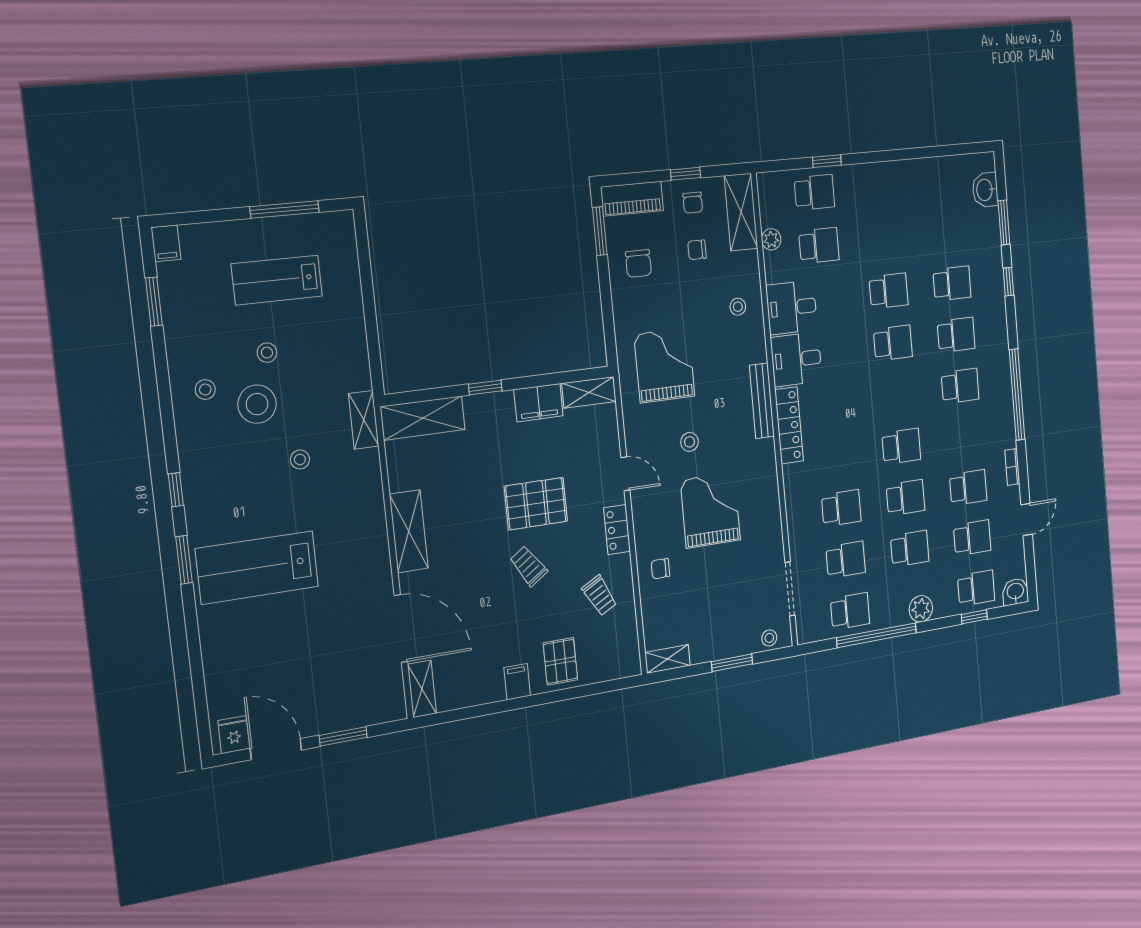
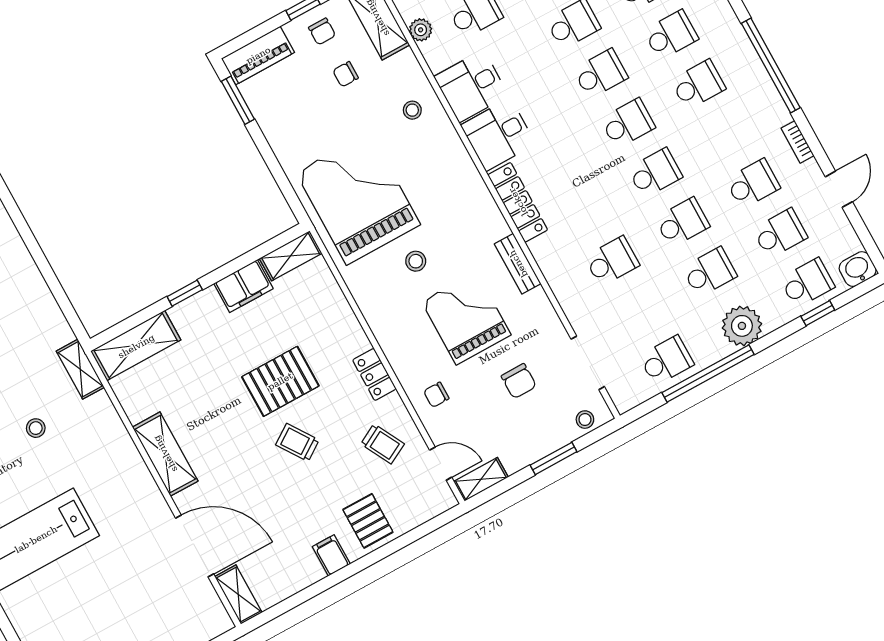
chair: (638, 263) -> (519, 381), moved
grand piano: (664, 365) -> (358, 199), width x1.37, depth x1.48
bench: (762, 401) -> (518, 264), moved, width x0.73
door: (625, 474) -> (441, 464), moved
school desk: (846, 560) -> (628, 123), moved
plant: (921, 609) -> (742, 326), width x1.36, depth x1.36

